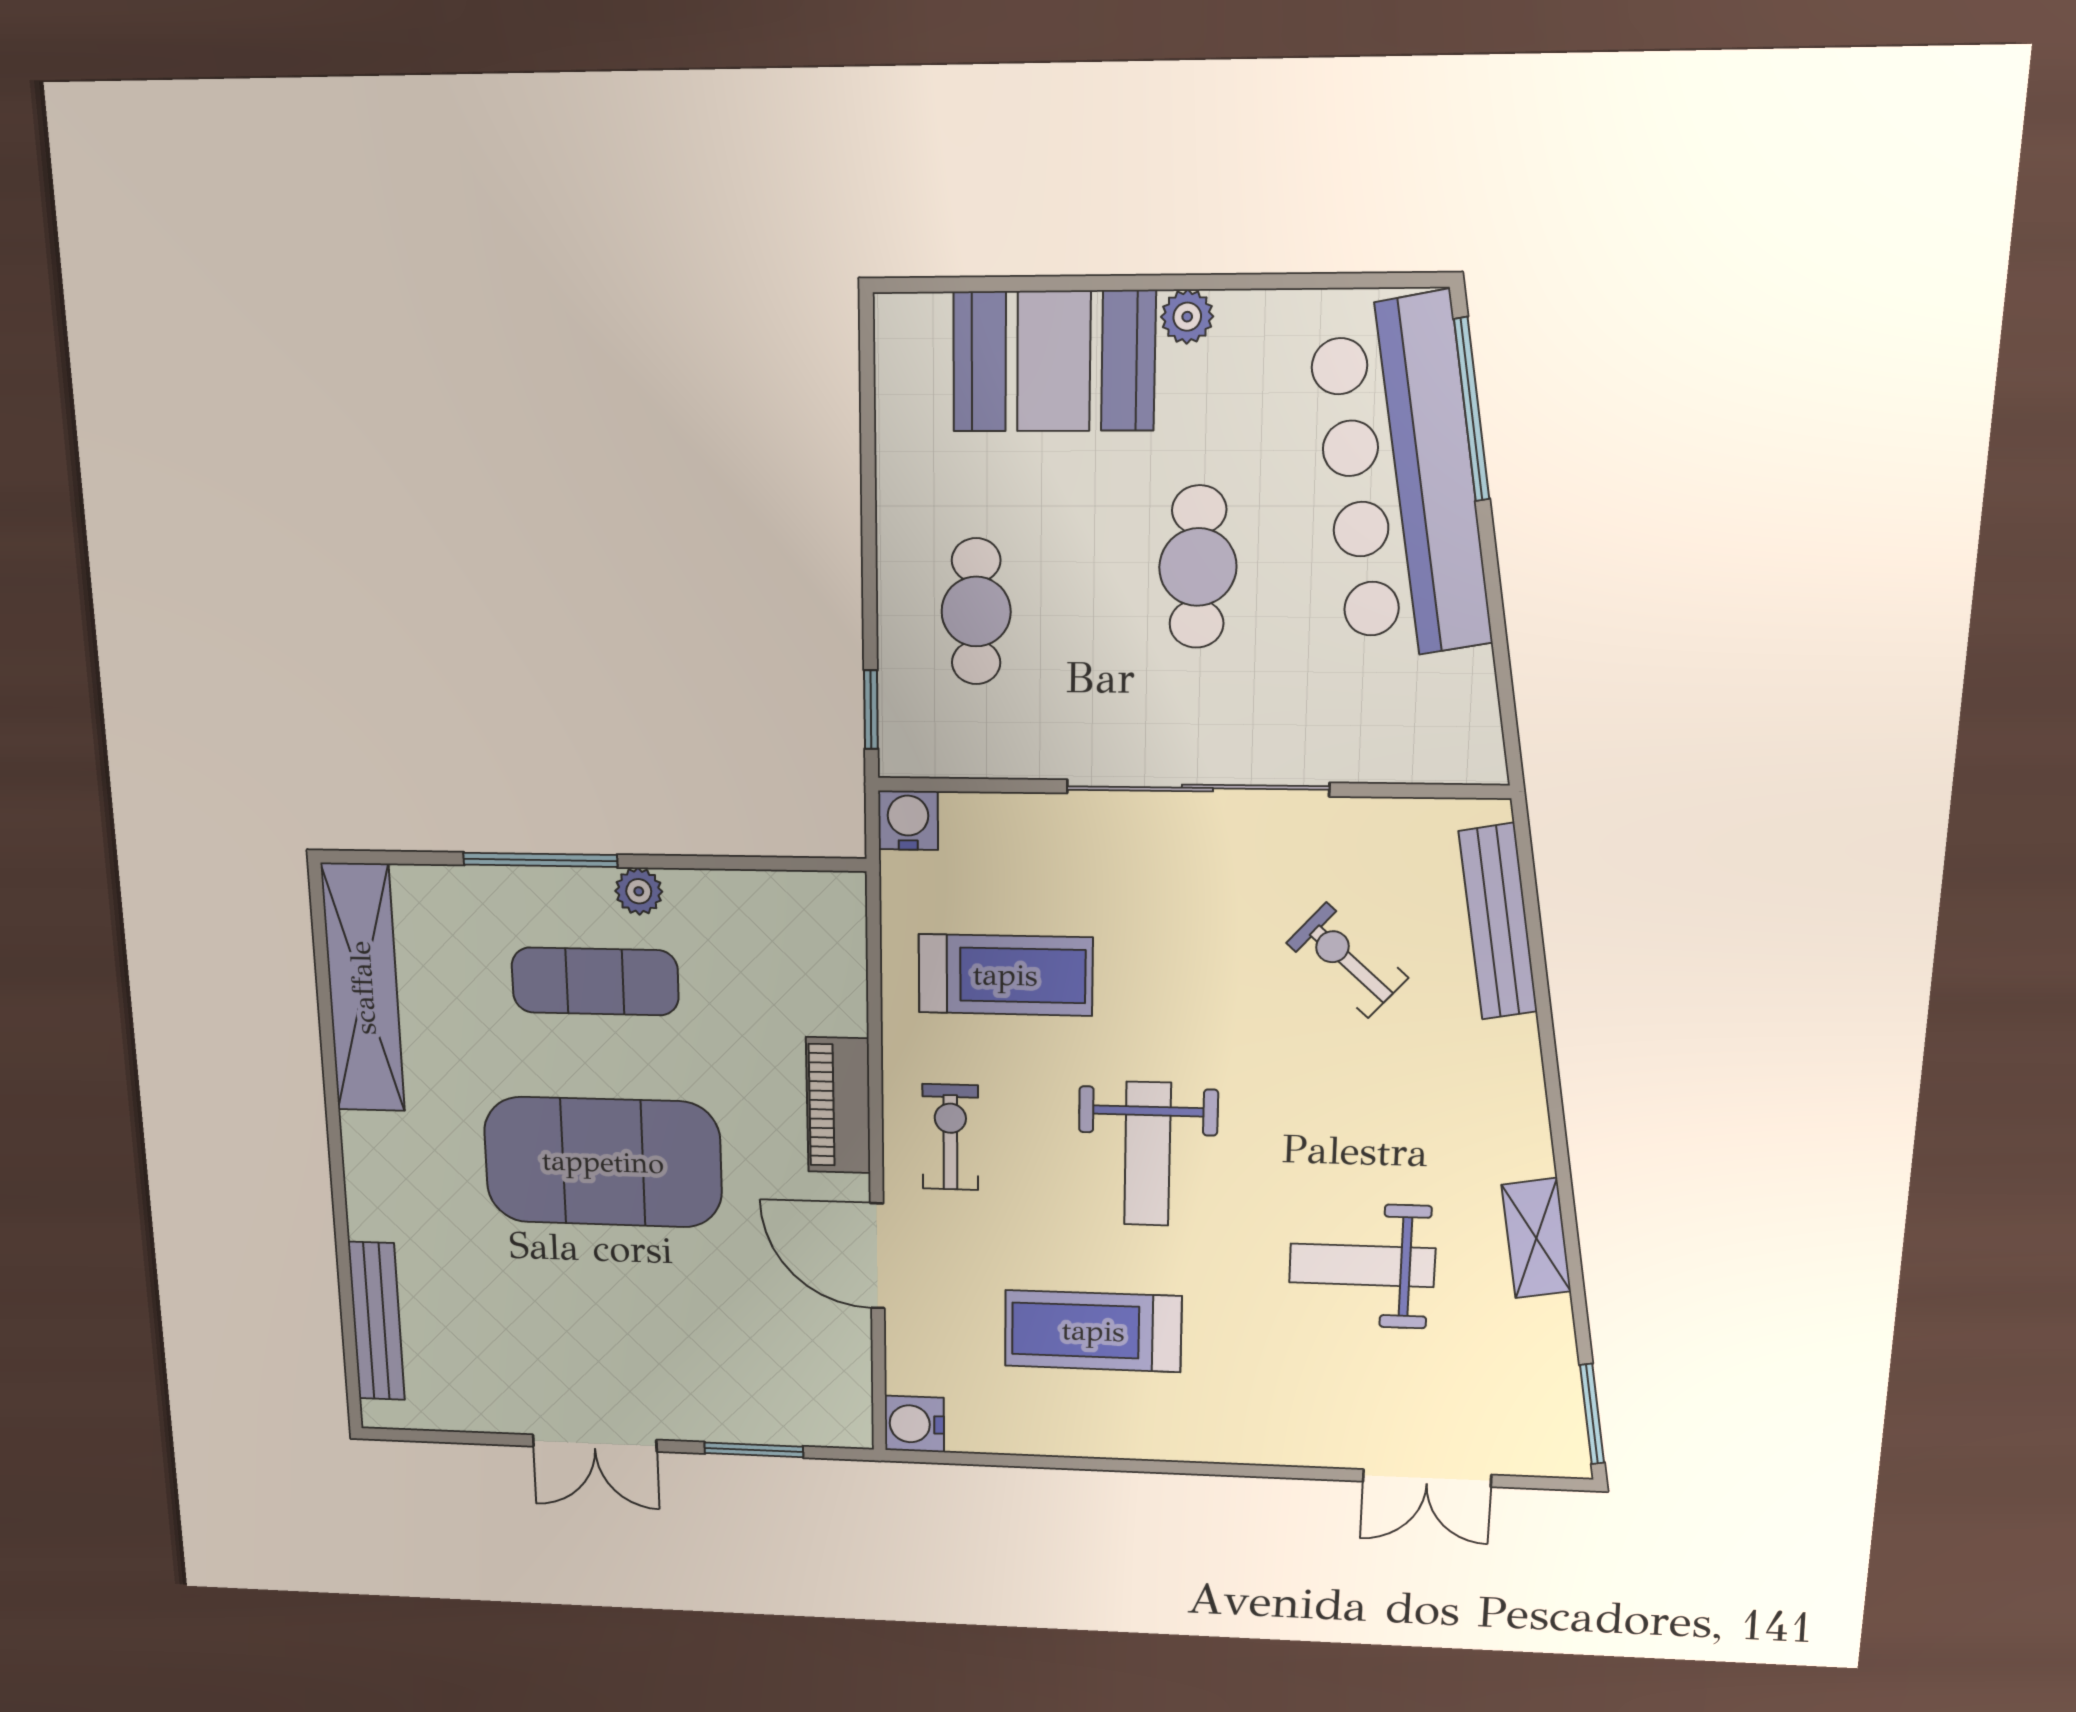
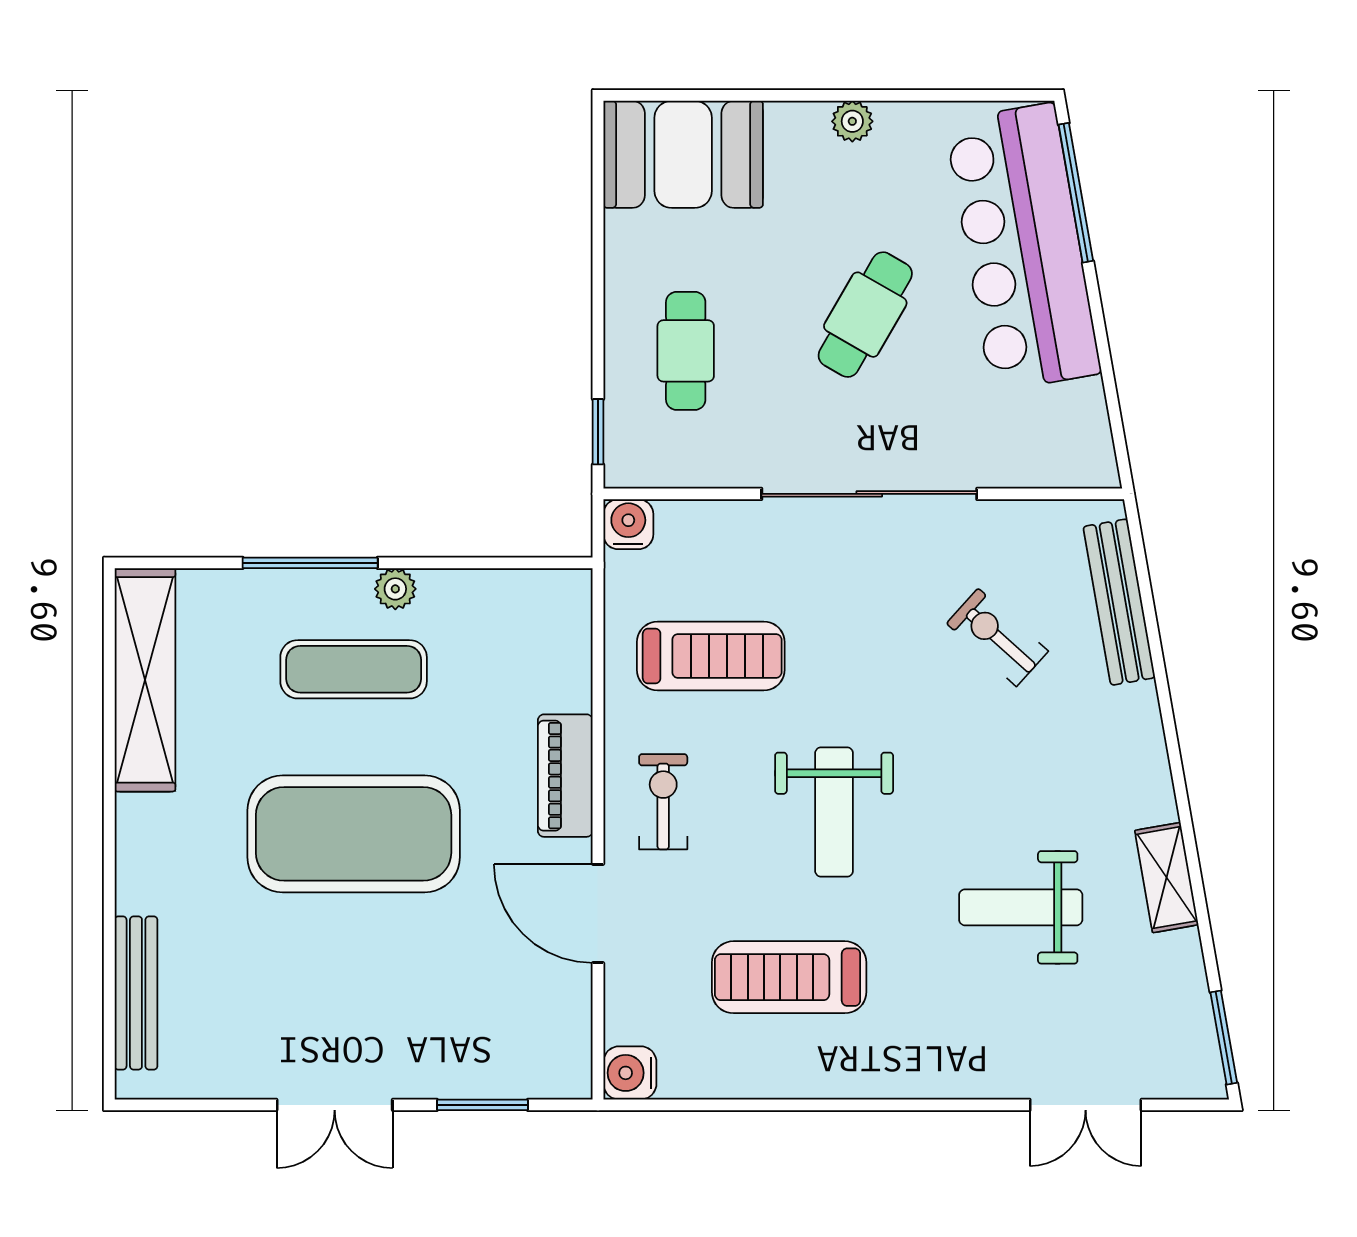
booth: (1054, 361) -> (683, 154), moved
cafe table: (1198, 567) -> (865, 315), turned 30

